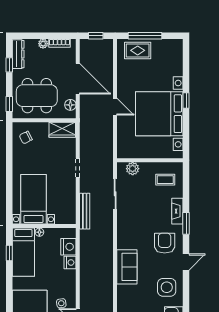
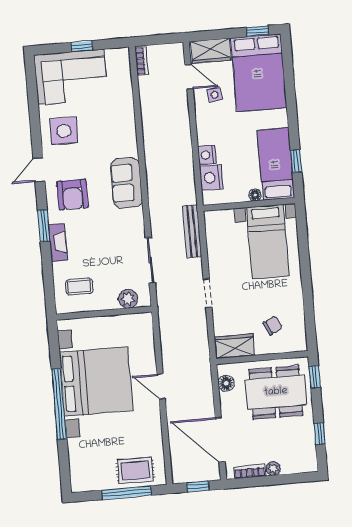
dresser: (18, 54) -> (308, 450), removed
door: (78, 79) -> (220, 440), moved
window: (186, 100) -> (59, 404), width x3.17
chair: (26, 138) -> (273, 326), moved
sofa: (127, 267) -> (126, 183), moved

